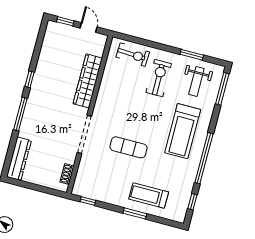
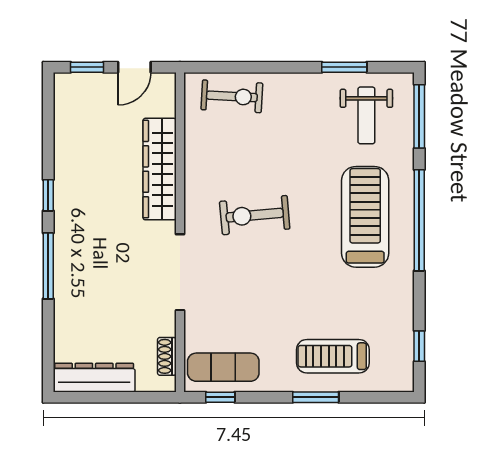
door: (89, 28) -> (134, 67), swing flipped
exercise bike: (159, 78) -> (255, 215), moved, turned -95
treadmill: (183, 131) -> (365, 217), turned 180
exercise mat: (128, 147) -> (223, 367), moved
window: (204, 158) -> (419, 220), moved
dresser: (19, 159) -> (94, 378), moved, turned -90

